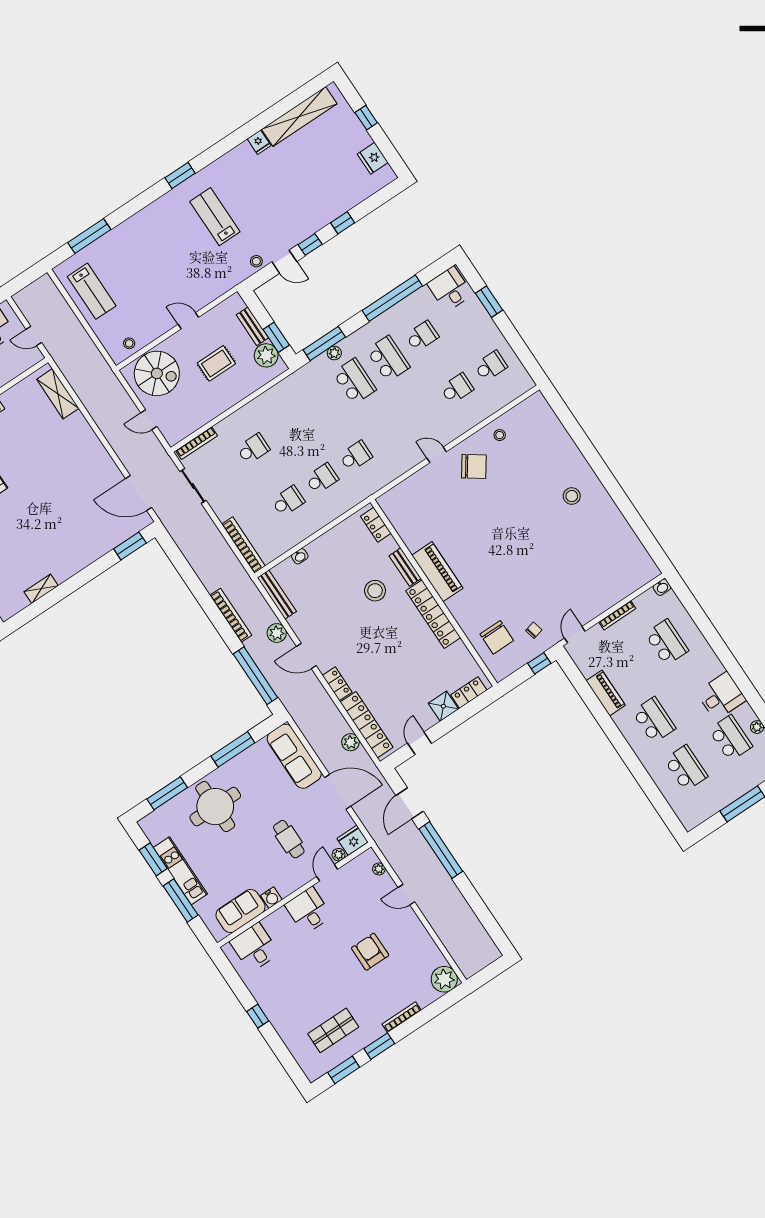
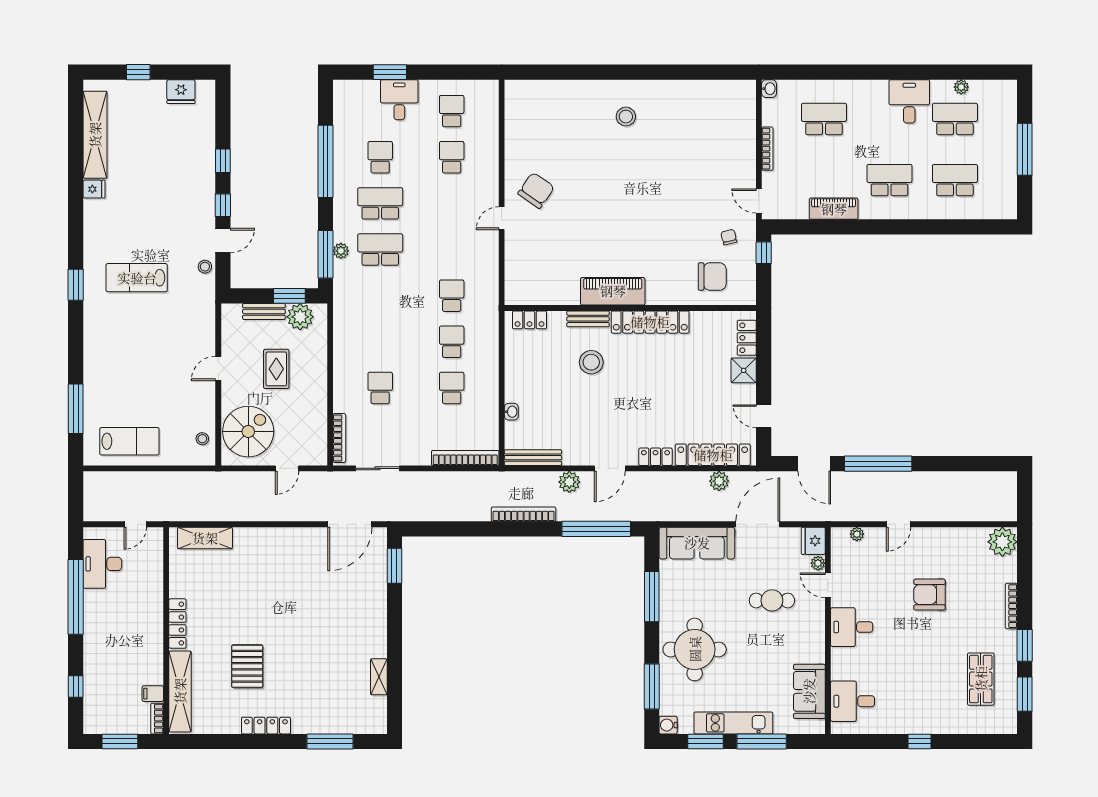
desk: (450, 289) -> (399, 100), moved, turned 90
stool: (500, 435) -> (523, 146), removed
water cooler: (271, 898) -> (668, 725), moved, turned 180

